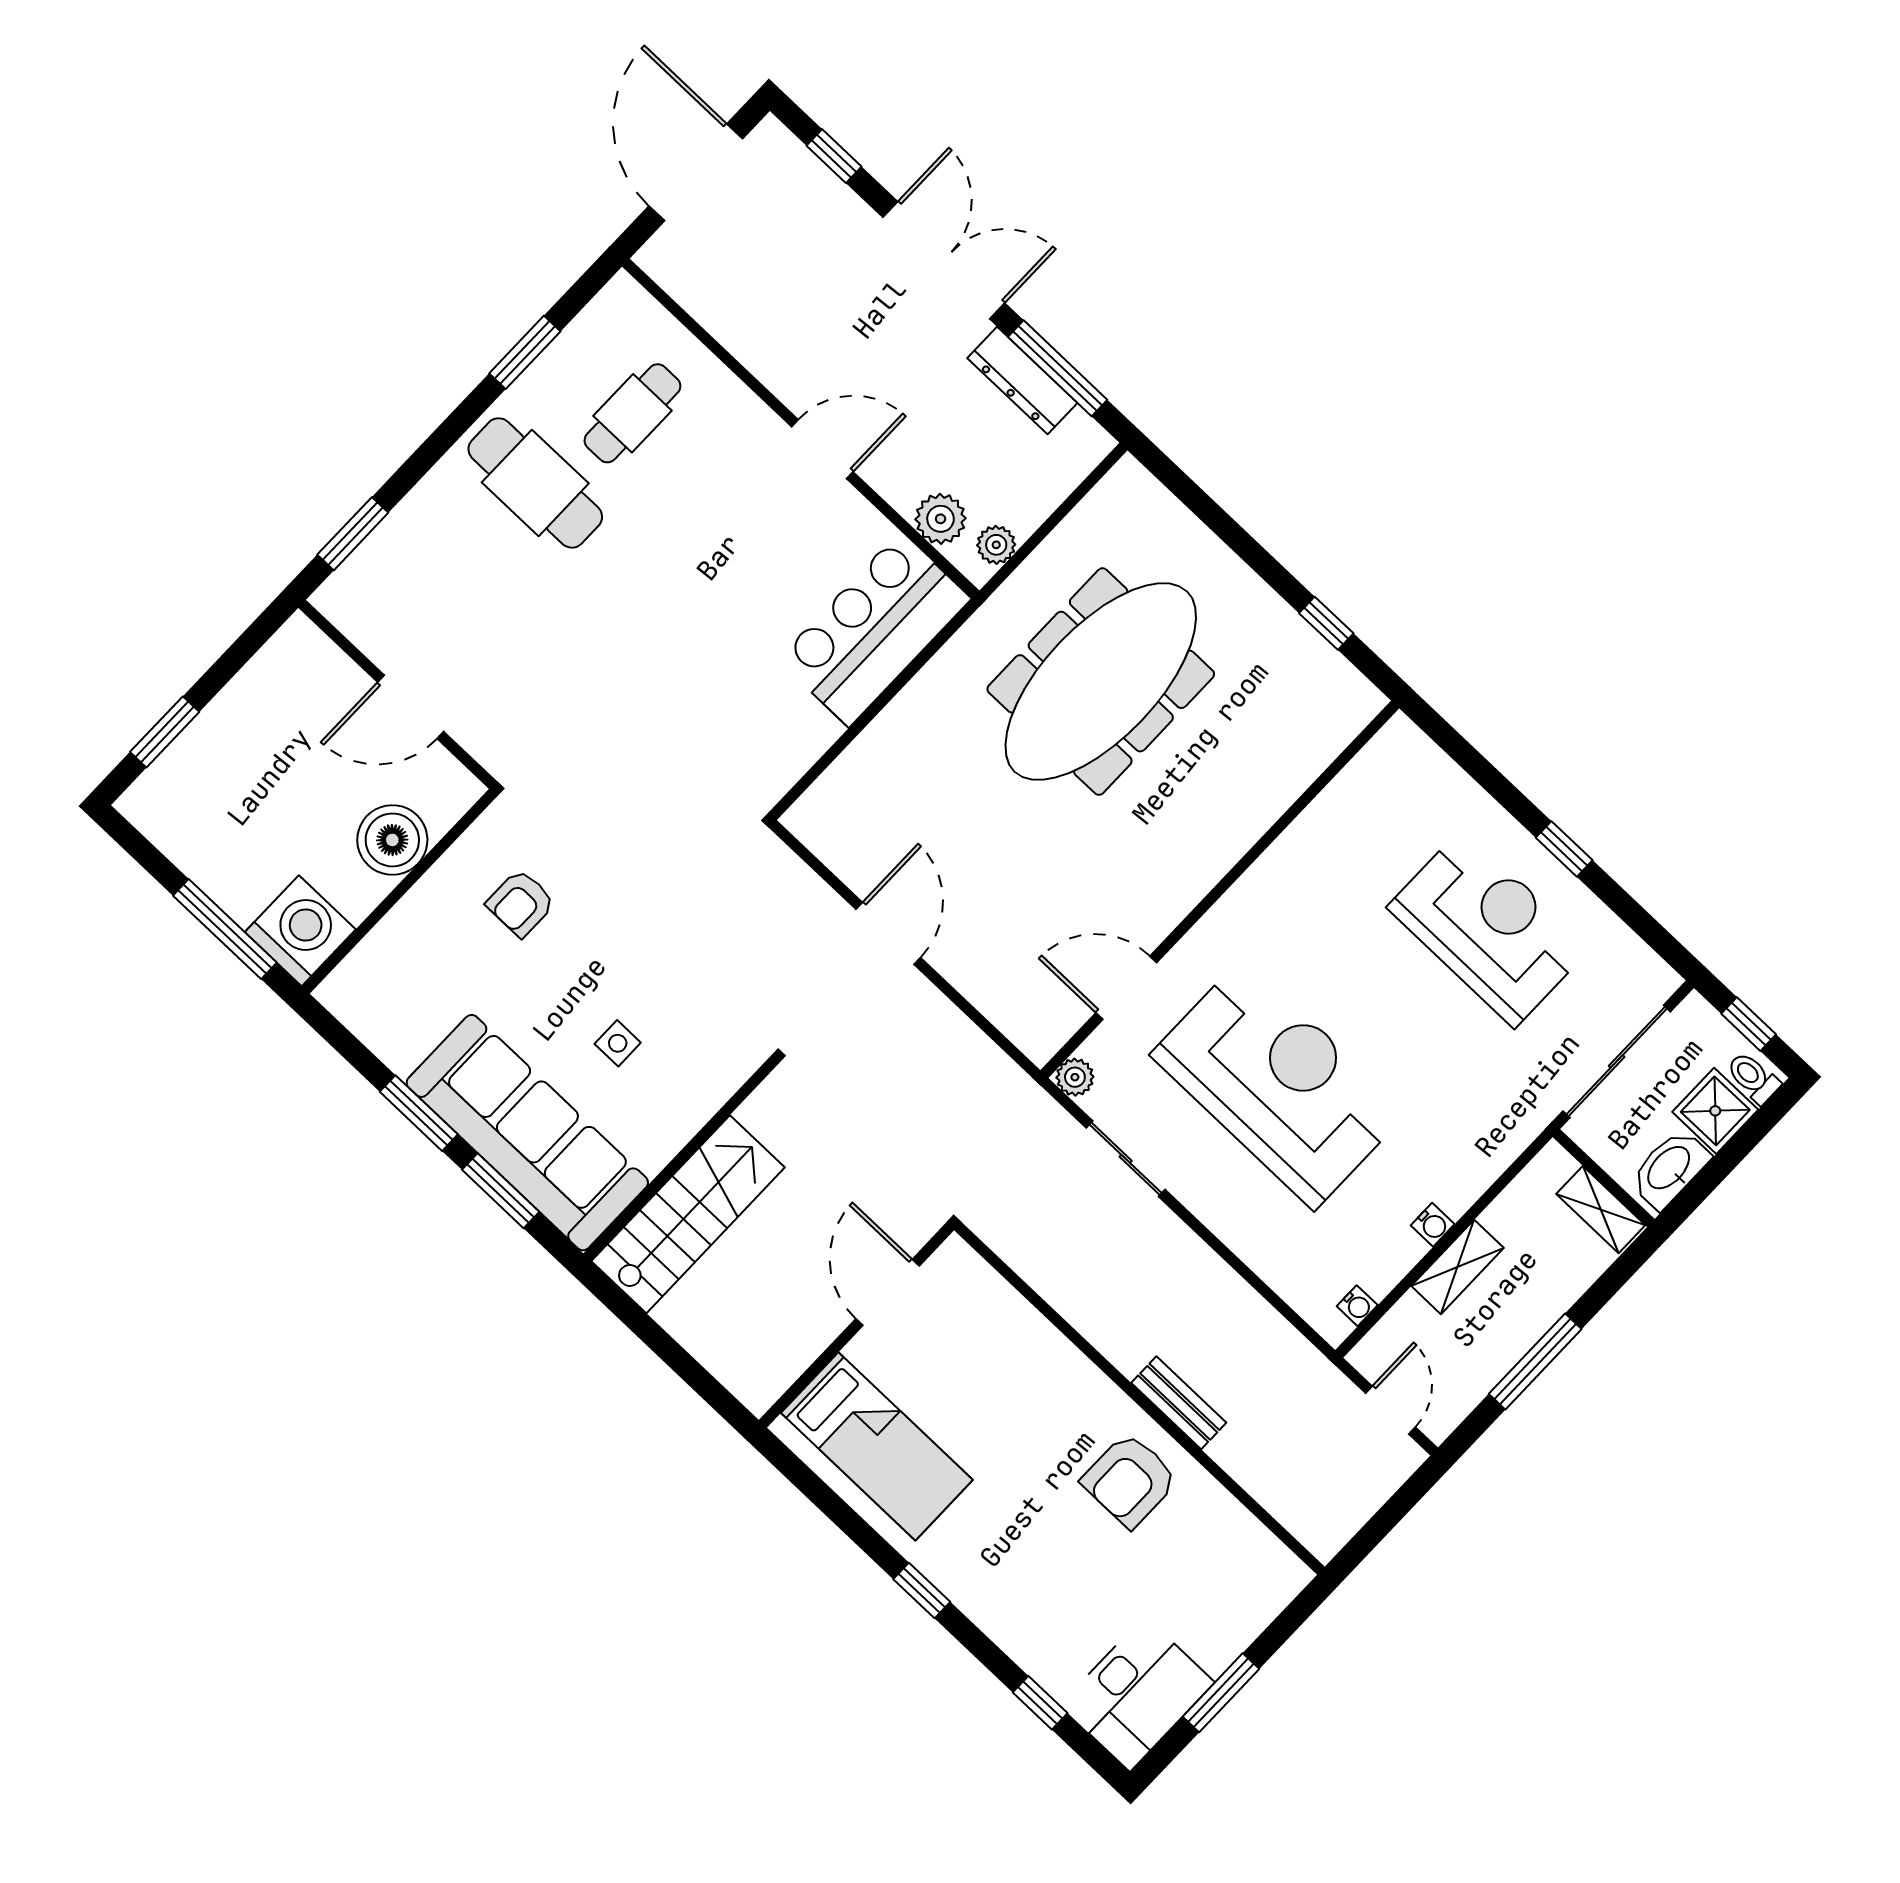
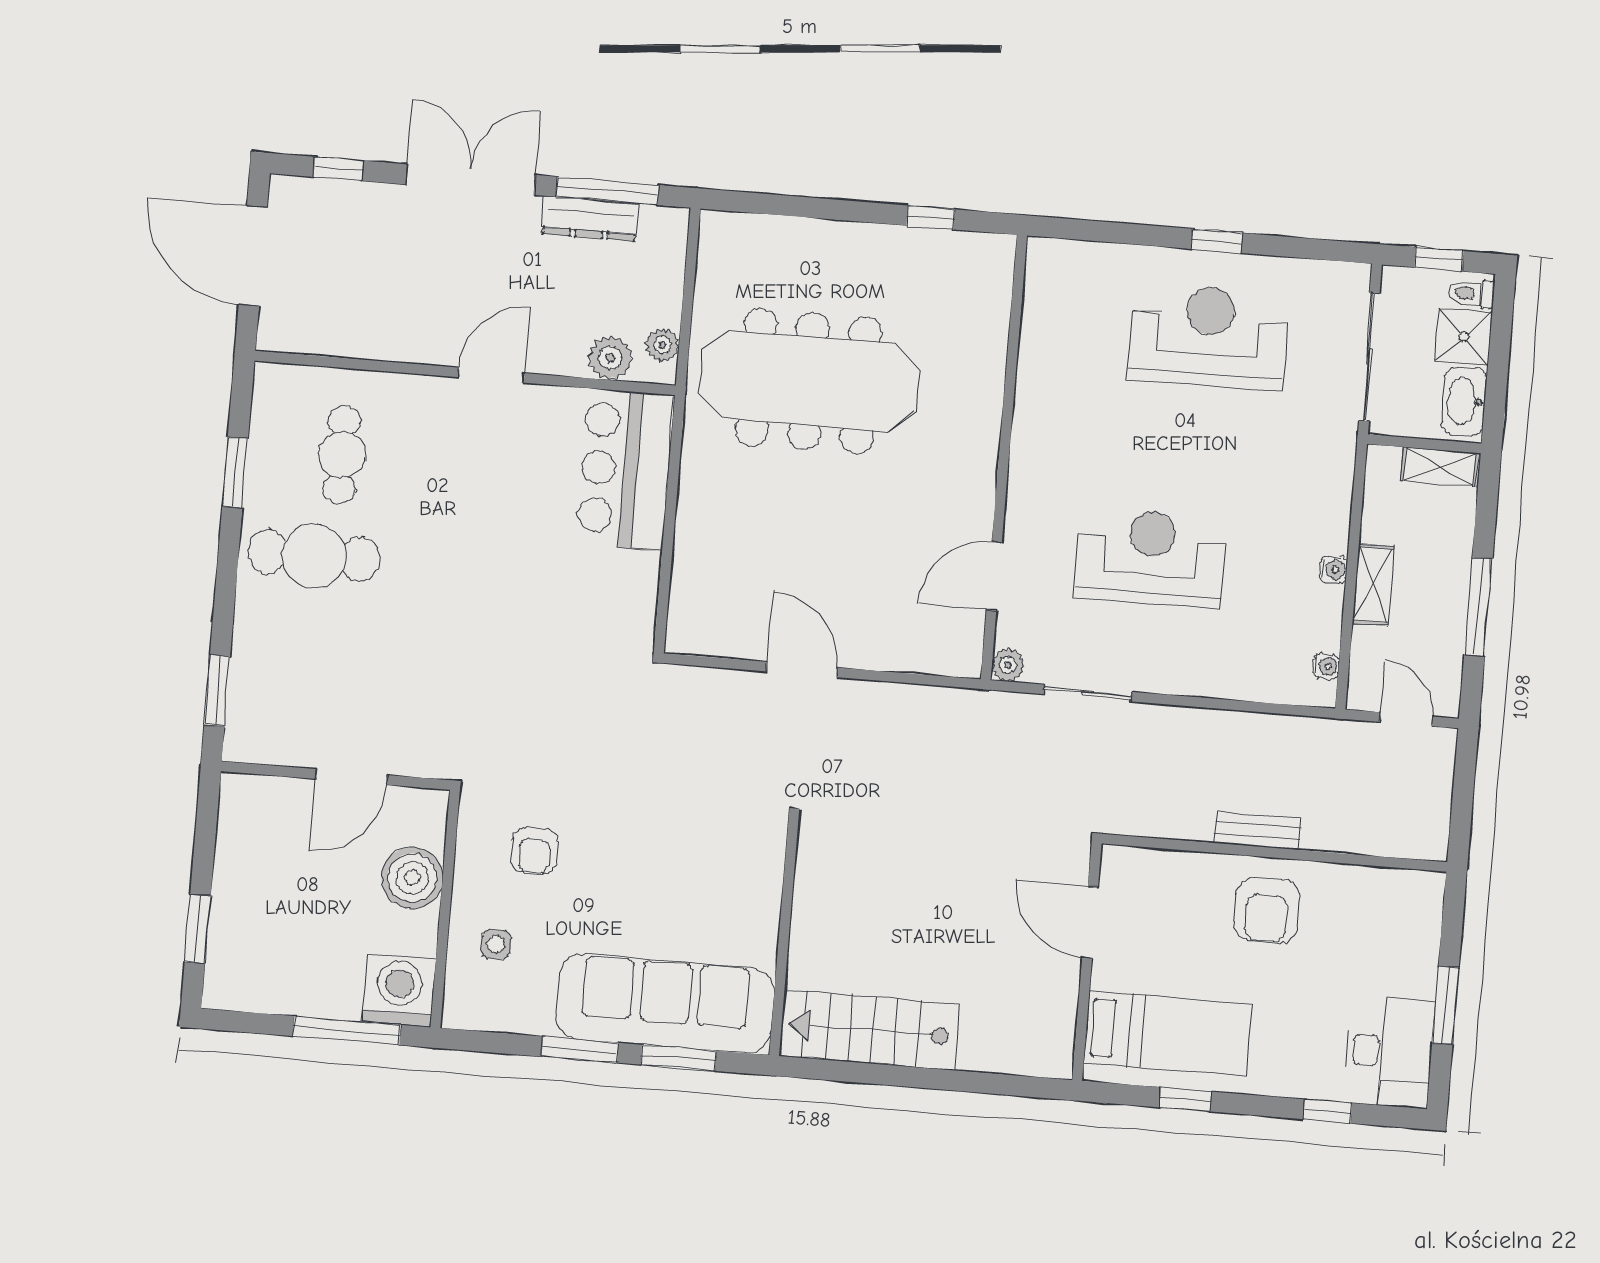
meeting table: (1101, 682) -> (809, 381), turned 90
side table: (618, 1043) -> (496, 944), moved
reception desk: (1278, 1084) -> (1151, 558), width x0.74, depth x0.77
stairs: (688, 1214) -> (869, 1030), moved, turned -90
door: (888, 1292) -> (1090, 922), moved
wall: (856, 1325) -> (1087, 962), moved
bed: (877, 1446) -> (1167, 1033), moved

